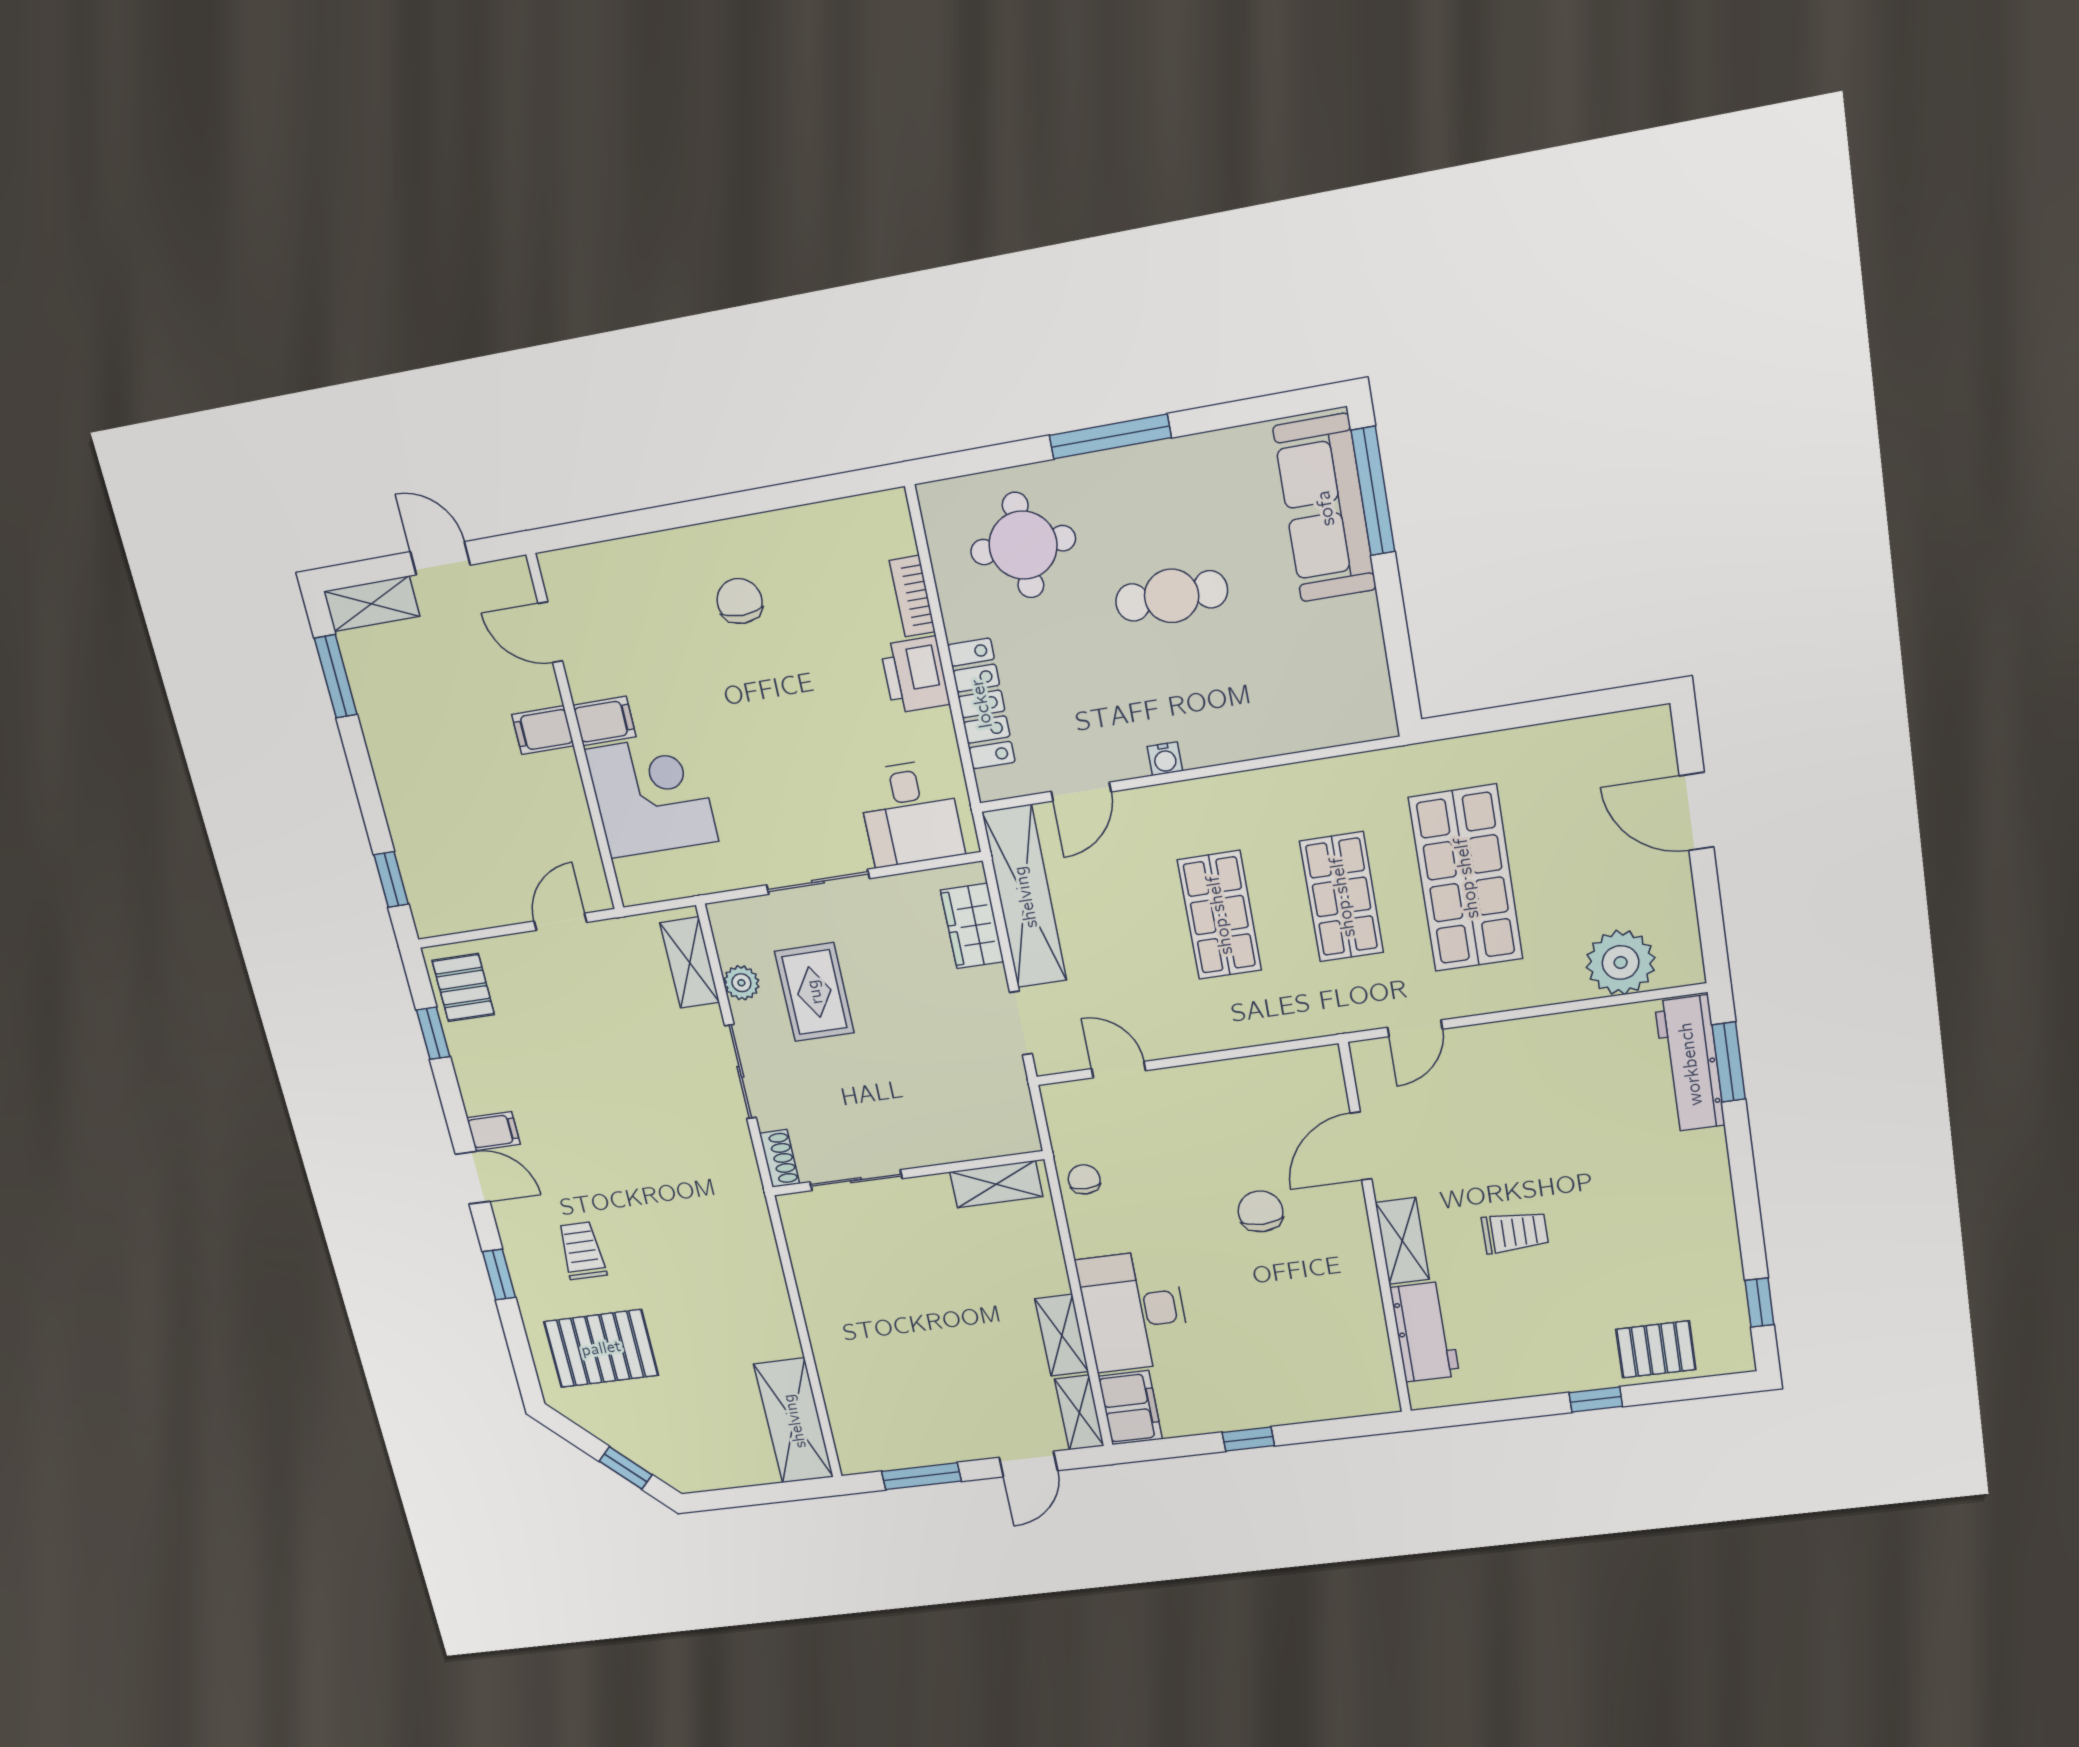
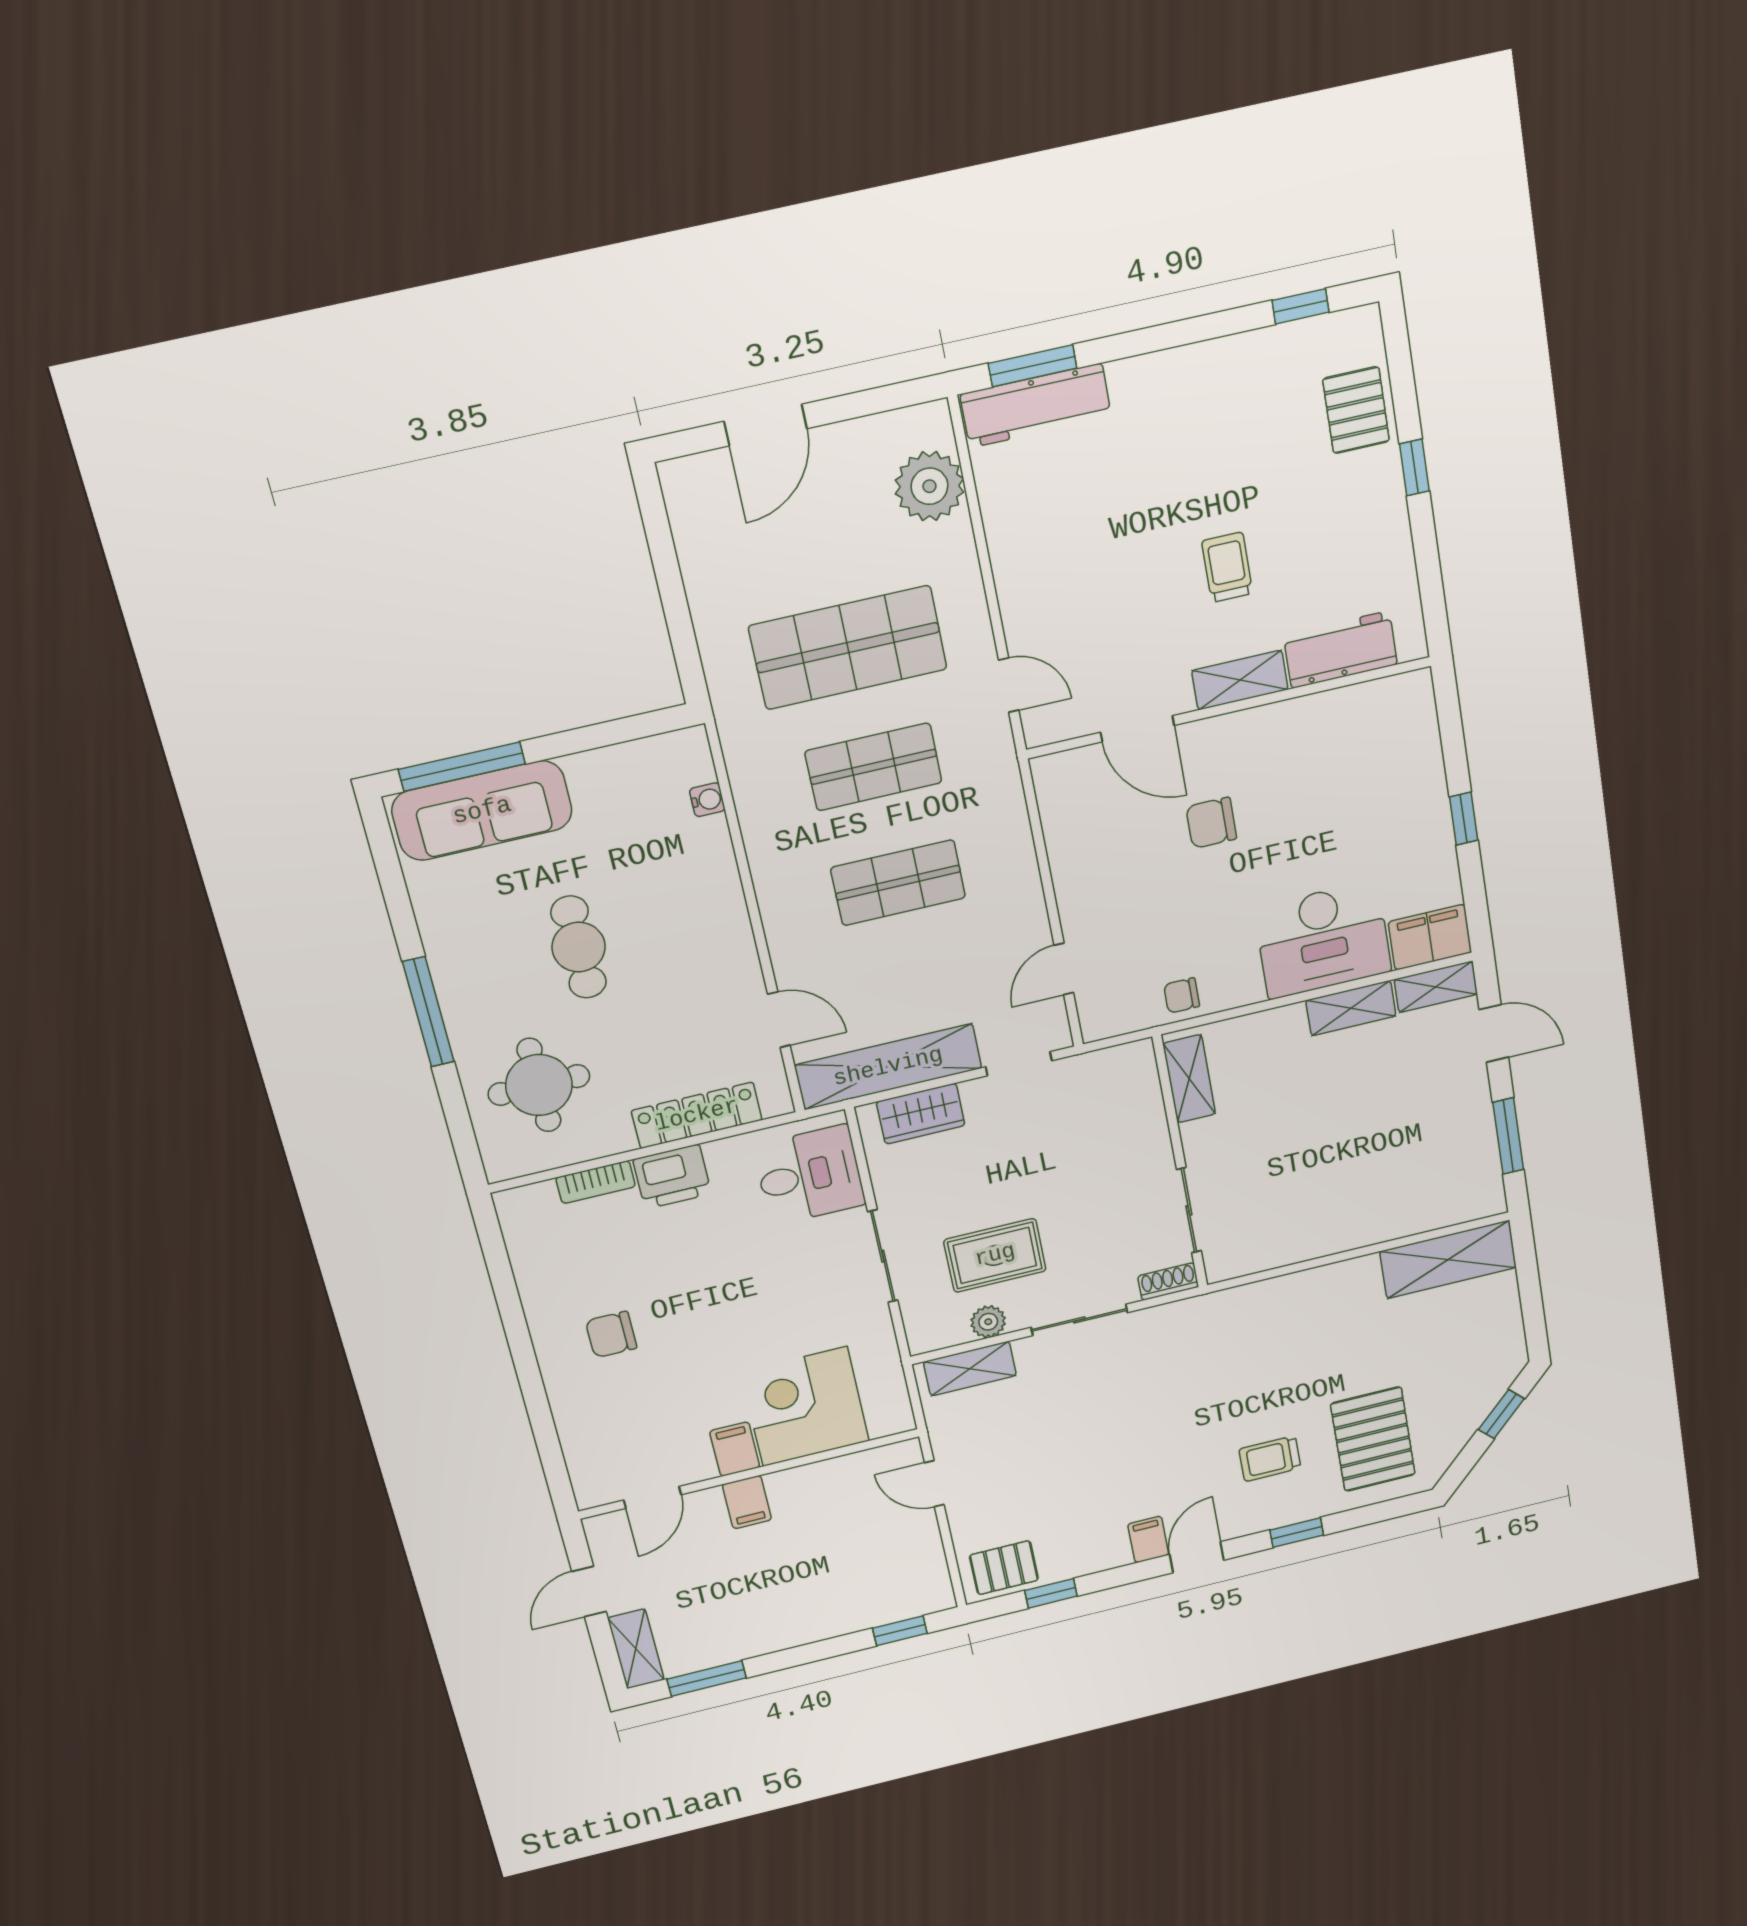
water cooler: (1165, 759) -> (707, 800), moved

